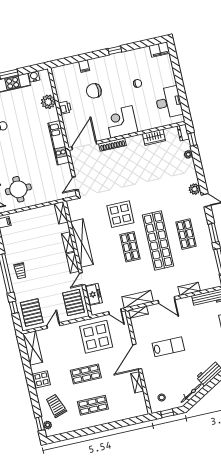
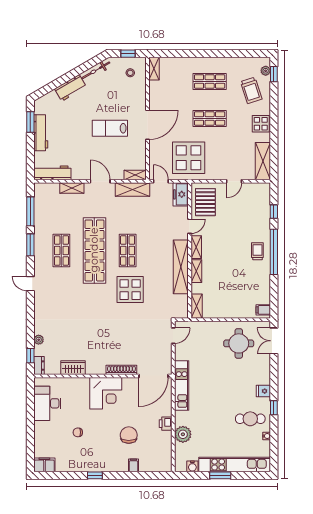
chair: (94, 91) -> (129, 435), turned -90
plant: (195, 189) -> (40, 299), removed
freezer: (94, 294) -> (181, 194), moved
pallet: (32, 313) -> (255, 201), removed
shelving: (137, 382) -> (154, 69), moved

